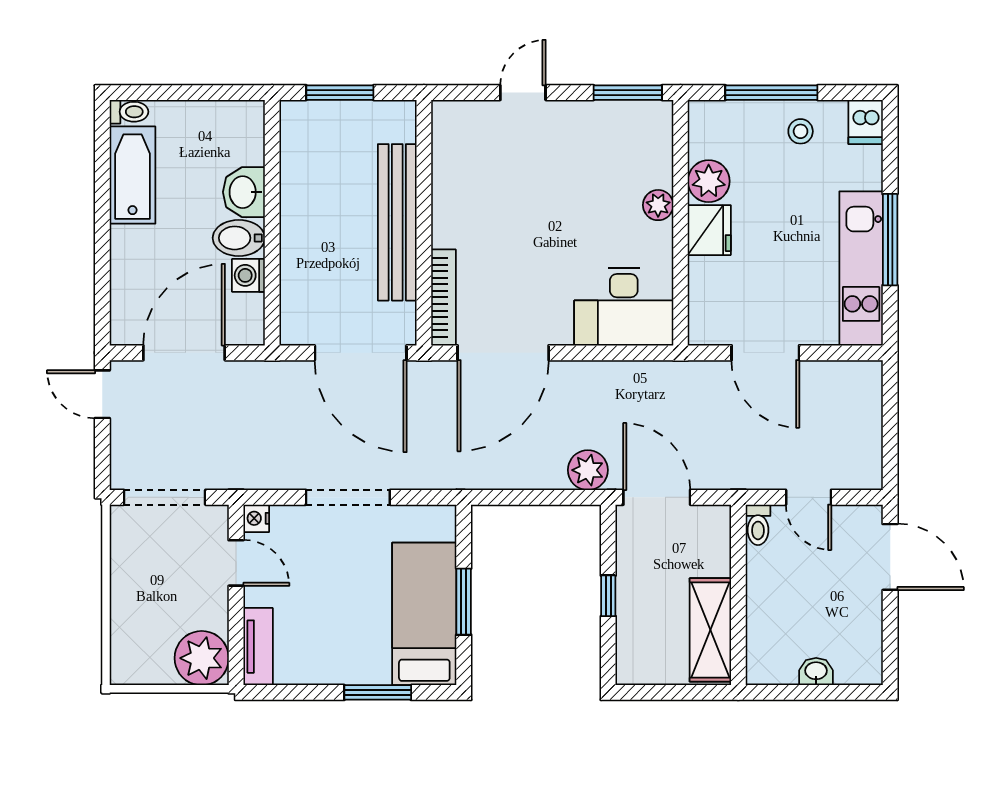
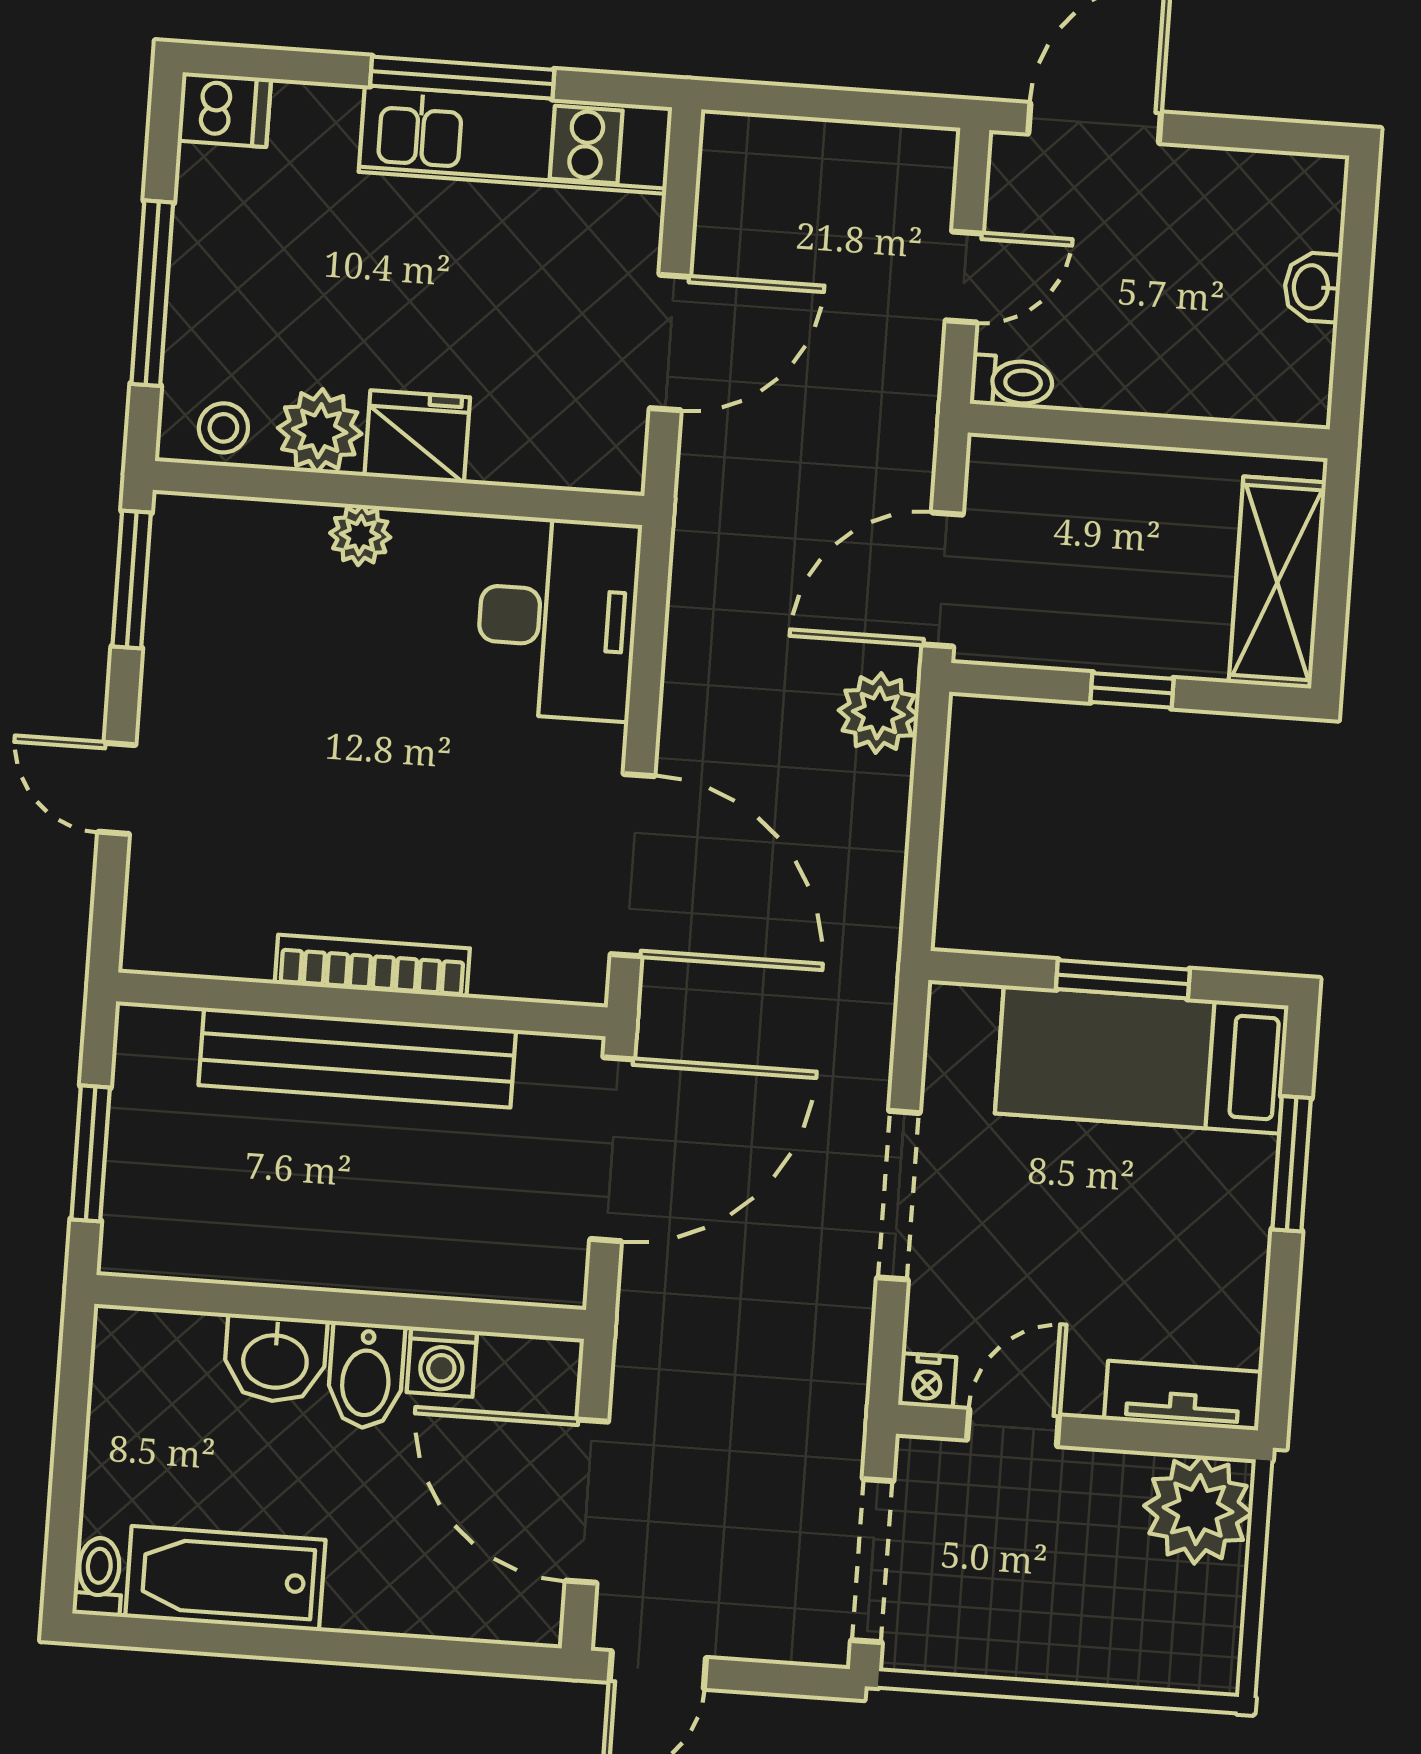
stool: (801, 131) -> (223, 428), moved
bookcase: (443, 297) -> (372, 966), moved
shelving: (710, 630) -> (1277, 583), moved, turned 90

